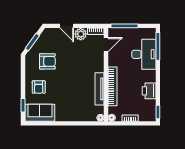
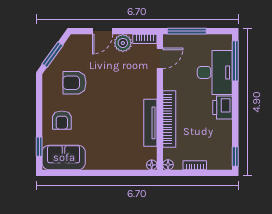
door: (67, 26) -> (103, 31), hinge flipped
armchair: (47, 61) -> (74, 83), turned 180
printer: (149, 91) -> (223, 108), moved

